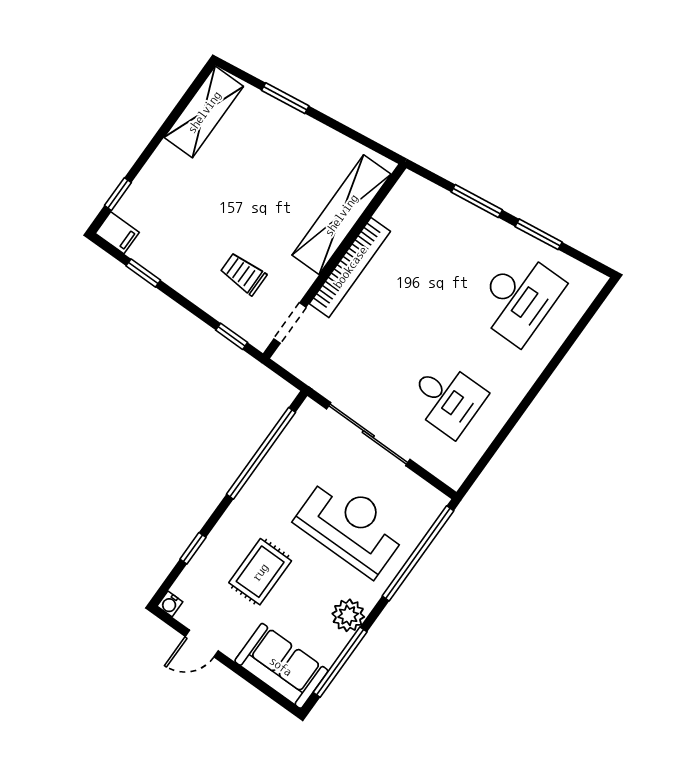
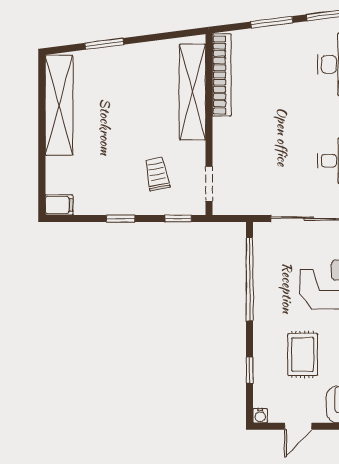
shelving: (204, 112) -> (59, 105), width x1.47
window: (118, 194) -> (42, 180), removed
bookcase: (350, 267) -> (222, 75), moved
window: (143, 273) -> (121, 219), moved
trolley: (243, 274) -> (157, 174), turned 79

